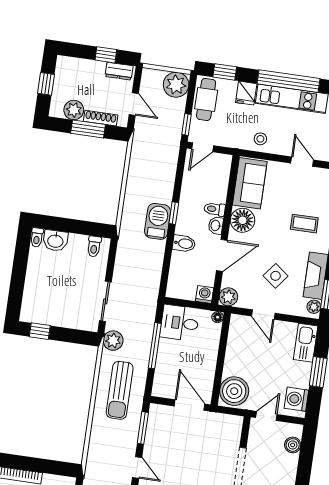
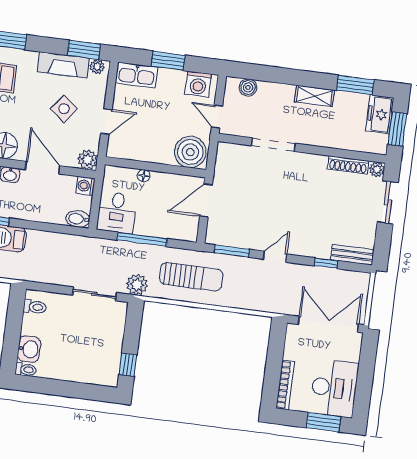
bidet: (184, 243) -> (78, 219), moved, turned -90
floor lamp: (218, 317) -> (144, 176), moved

